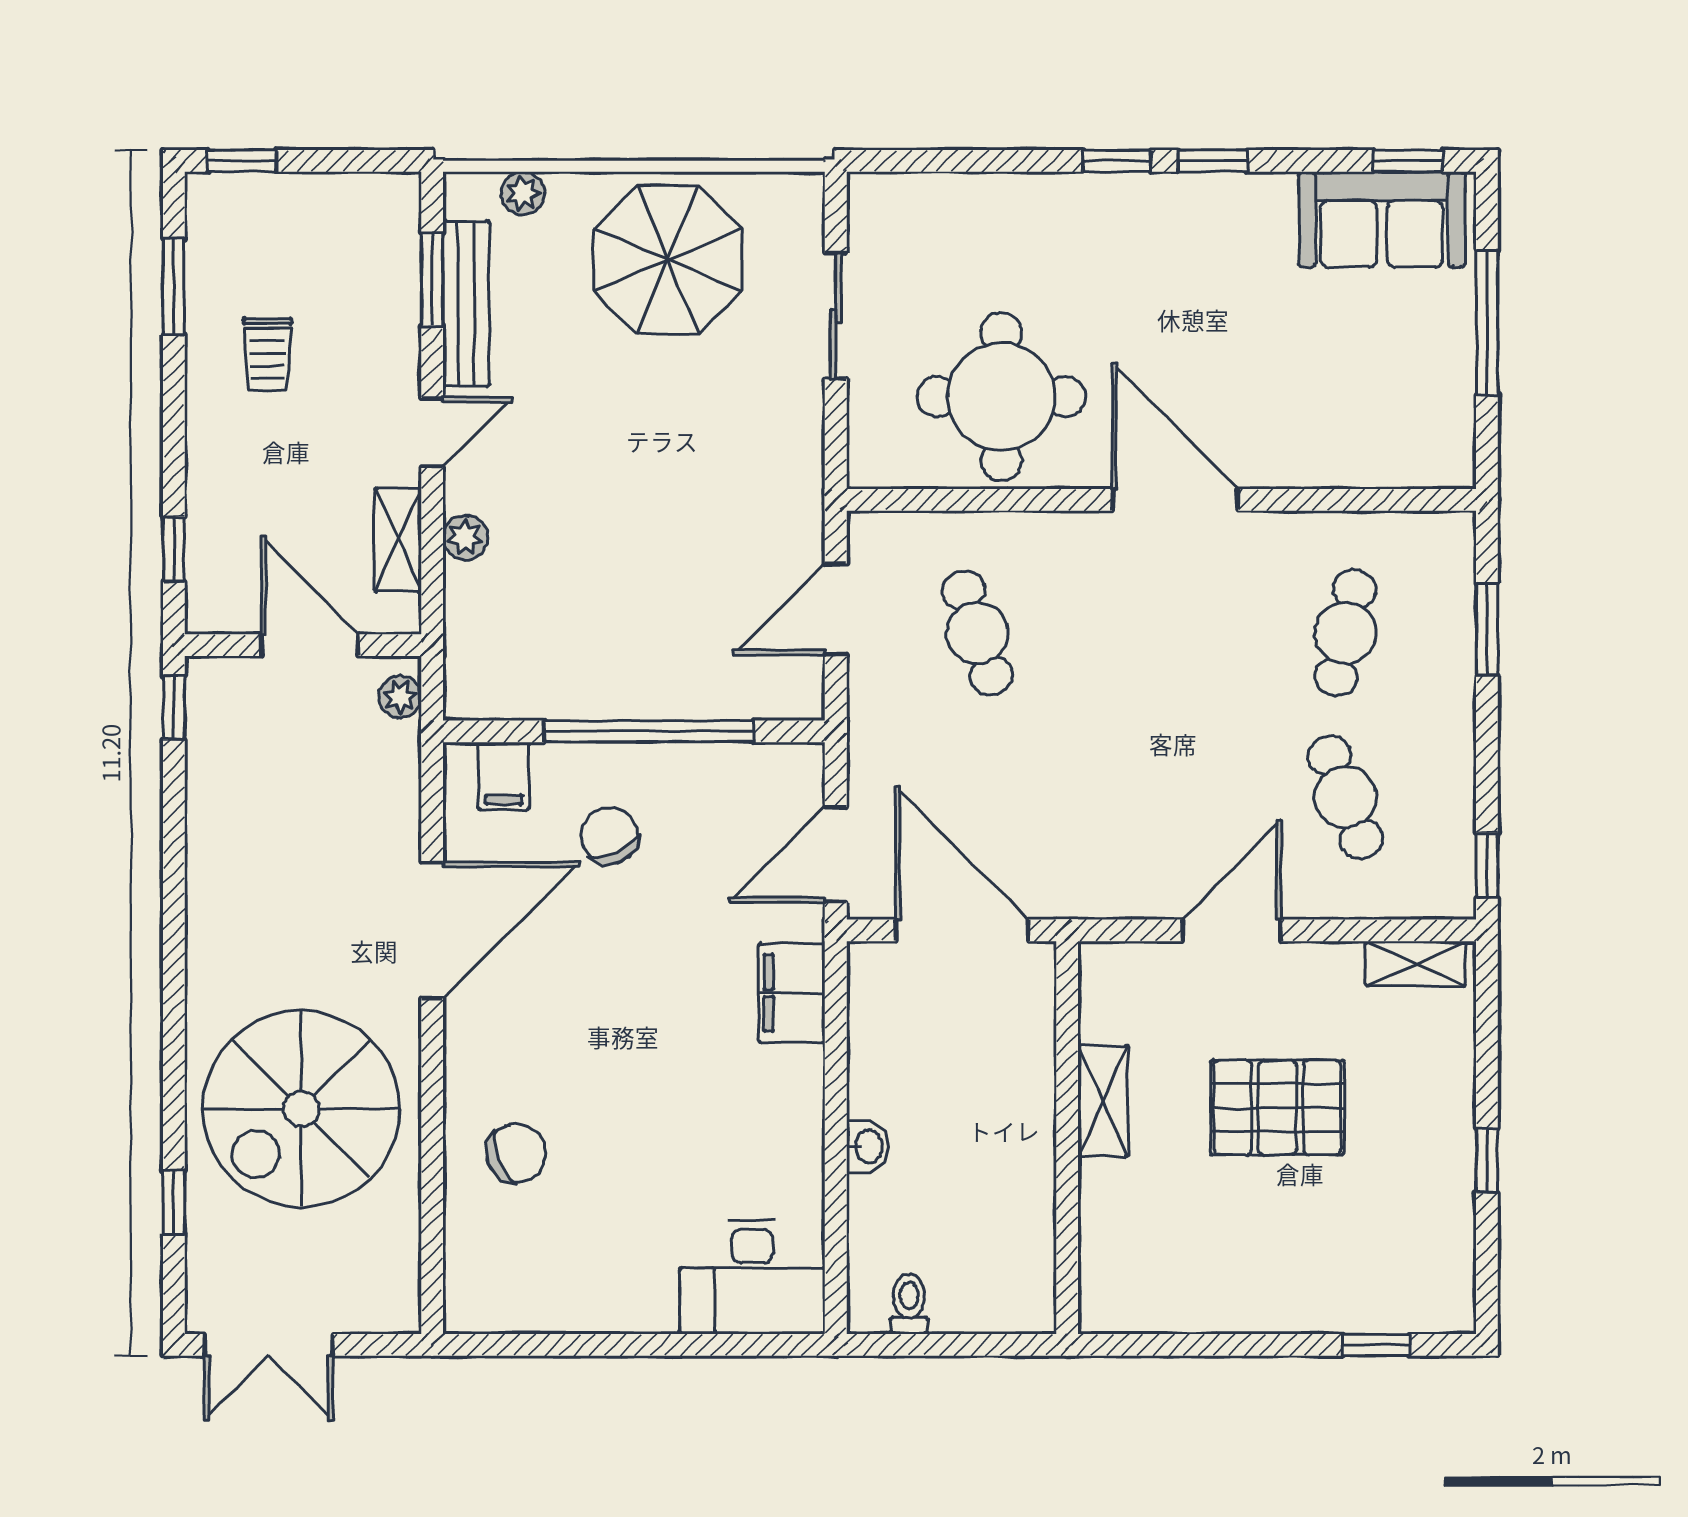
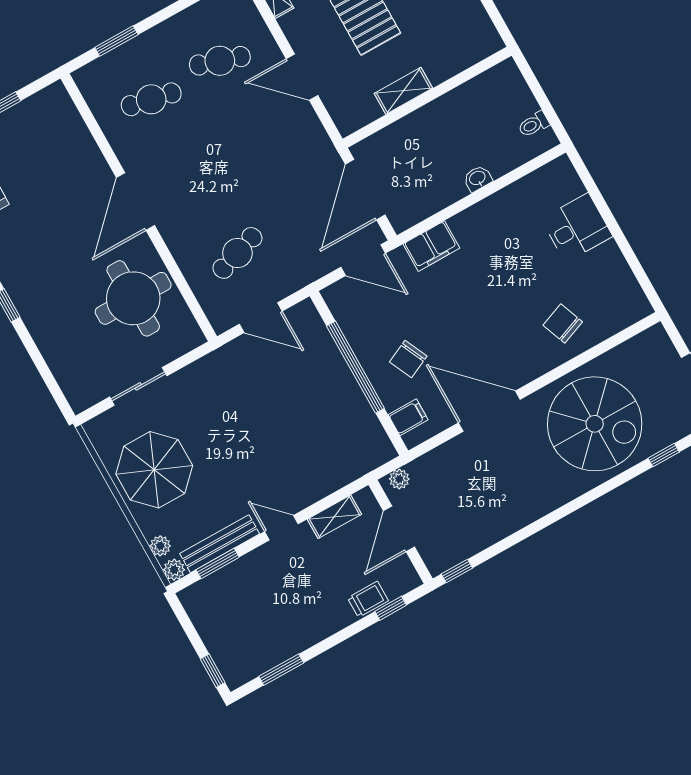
trolley: (267, 354) -> (368, 599), moved
plant: (465, 538) -> (174, 570), moved
cafe table: (1345, 797) -> (220, 61), turned 39
desk: (752, 1277) -> (577, 228), moved, width x0.73

